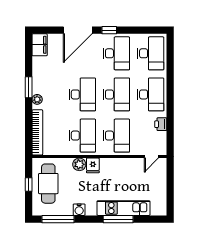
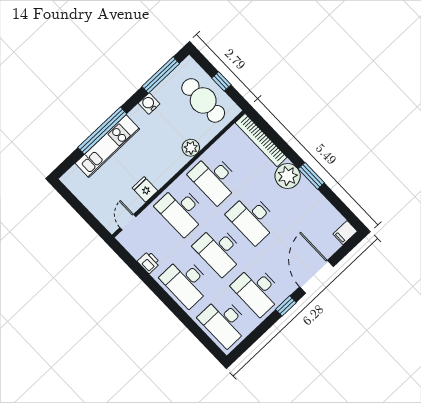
filing cabinet: (40, 45) -> (345, 233), width x0.50
plant: (37, 99) -> (288, 176), width x1.88, depth x1.88
fridge: (93, 165) -> (145, 189), moved
window: (118, 219) -> (102, 131), width x1.46

